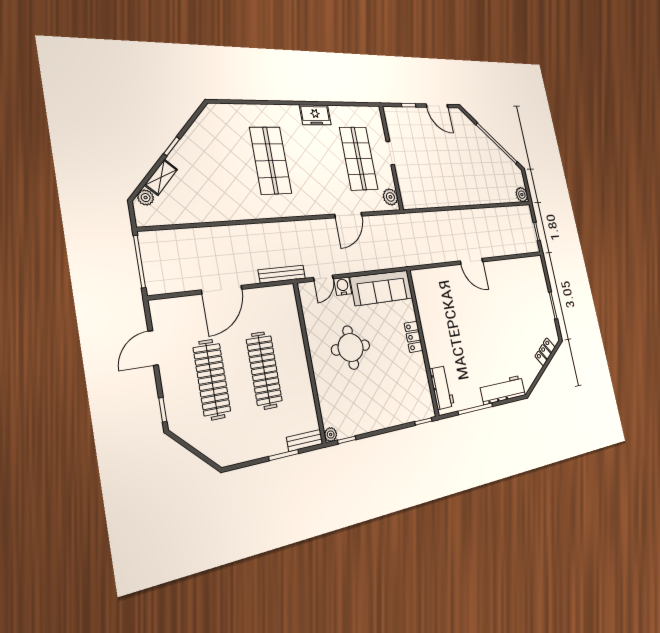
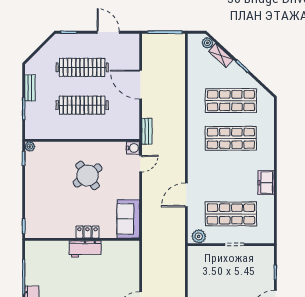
shop shelf: (222, 162) -> (231, 101), added
door: (348, 215) -> (186, 195), hinge flipped
bench: (282, 274) -> (147, 131), width x0.73
door: (323, 278) -> (141, 164), swing flipped
water cooler: (343, 286) -> (133, 148), moved
sofa: (382, 288) -> (128, 219), width x0.73
round table: (351, 348) -> (88, 175), turned -36
workbench: (442, 388) -> (85, 249), moved
bench: (305, 440) -> (30, 88), moved

